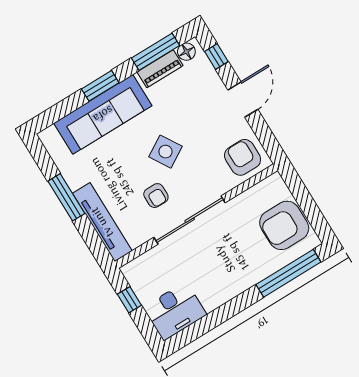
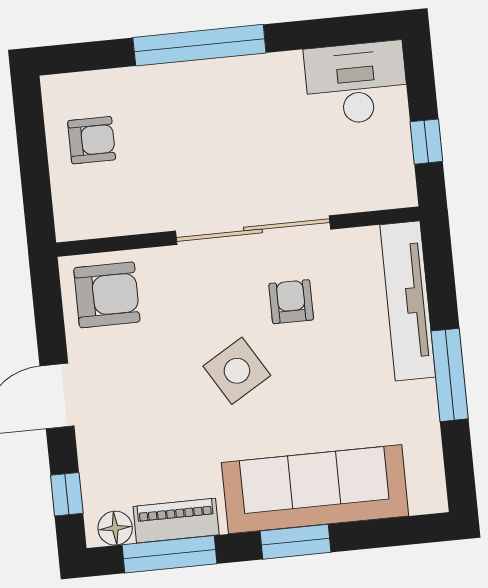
armchair: (243, 157) -> (107, 295), turned -90
armchair: (284, 225) -> (92, 140), width x0.53, depth x0.53
window: (288, 273) -> (199, 45), moved

